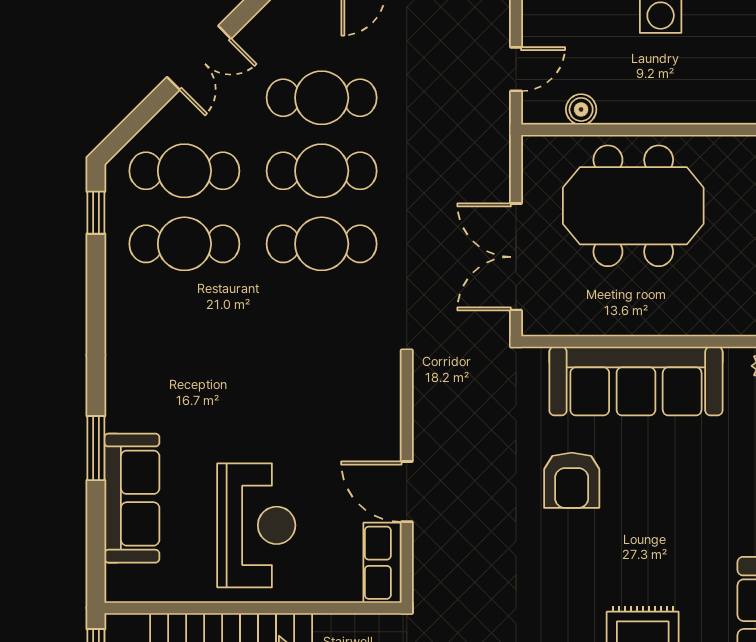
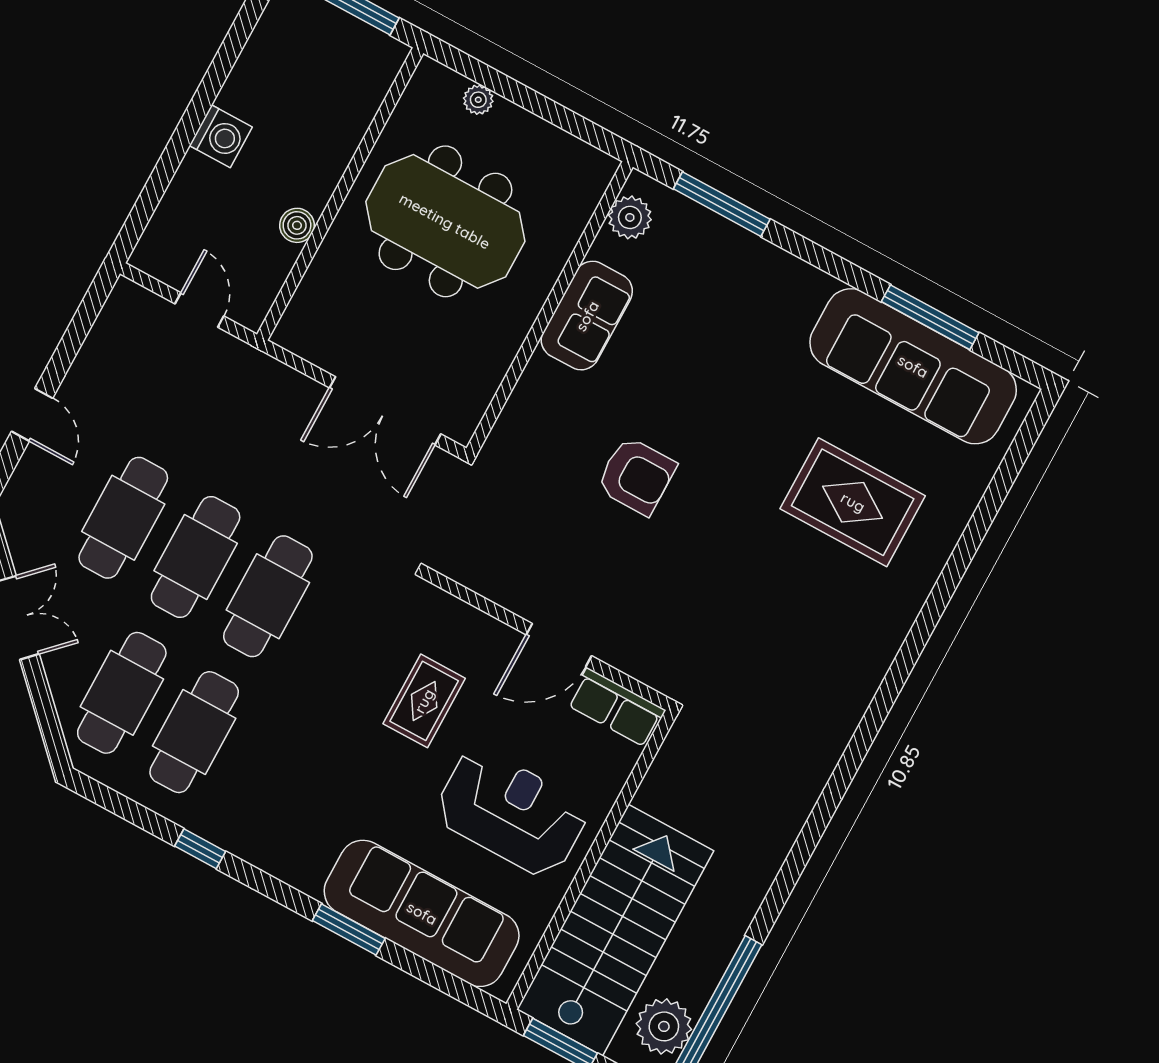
boiler: (581, 109) -> (297, 225), moved
meeting table: (633, 206) -> (445, 221), moved, turned 90
window: (96, 213) -> (200, 849), moved
sofa: (636, 381) -> (587, 316), width x0.54, depth x0.79
rug: (306, 410) -> (424, 701), added
sofa: (132, 498) -> (422, 913), width x1.36, depth x1.27

